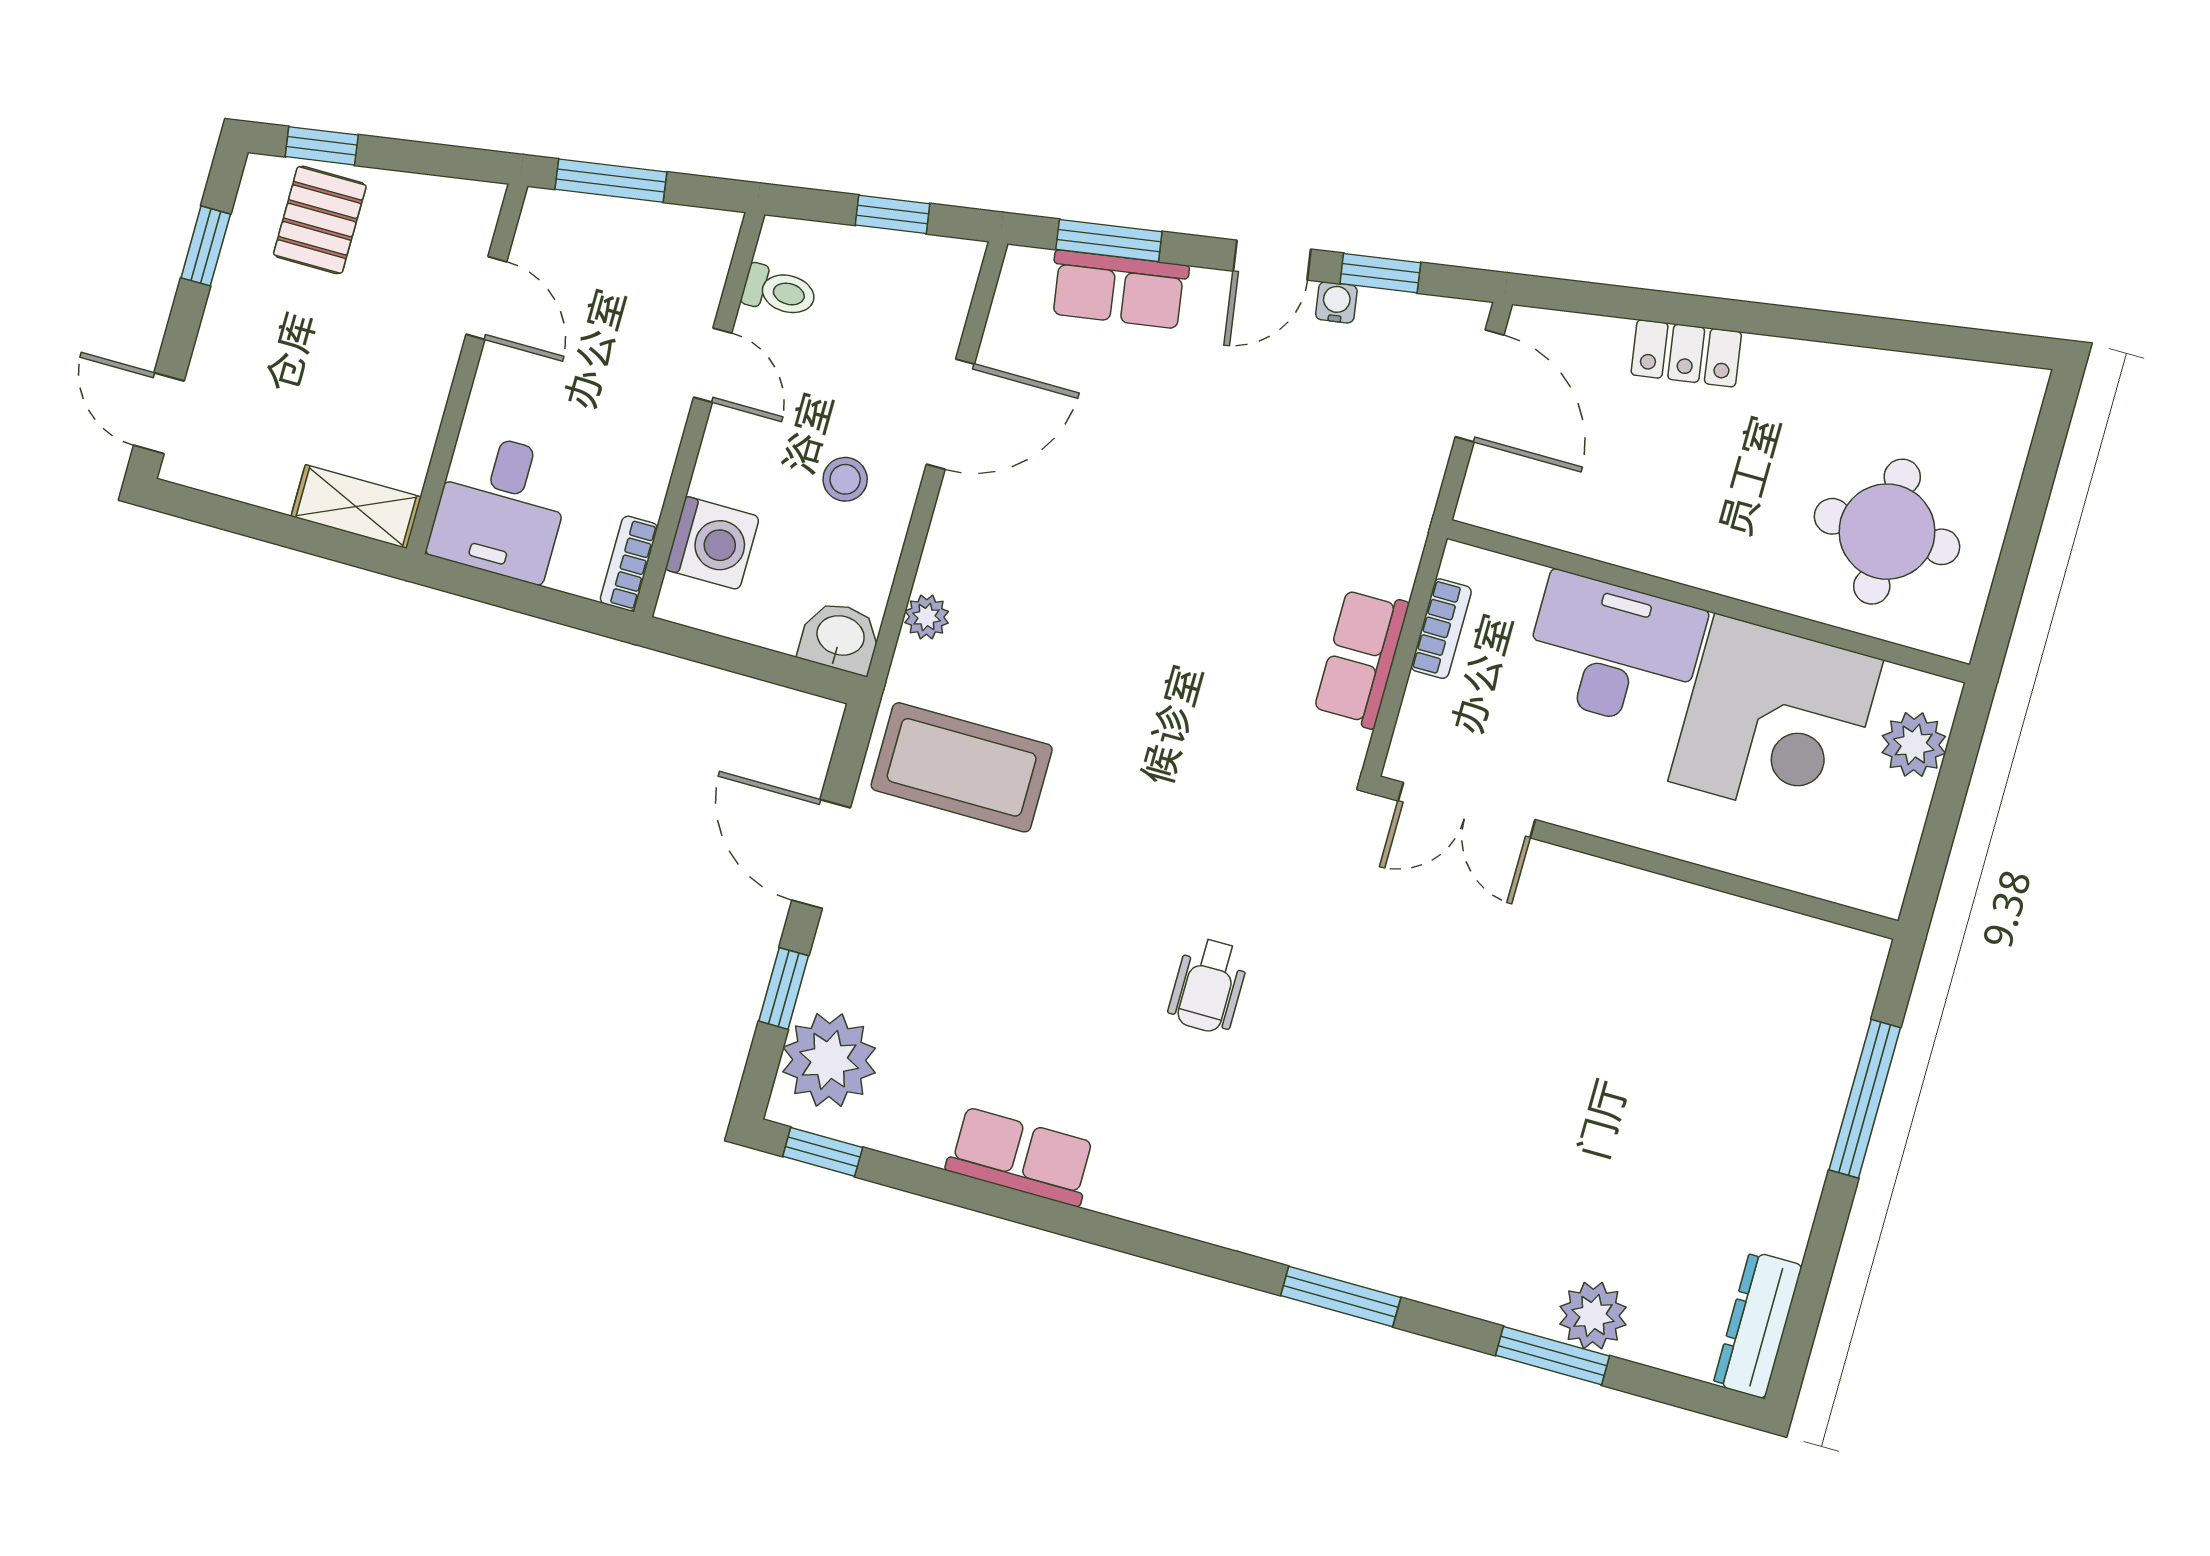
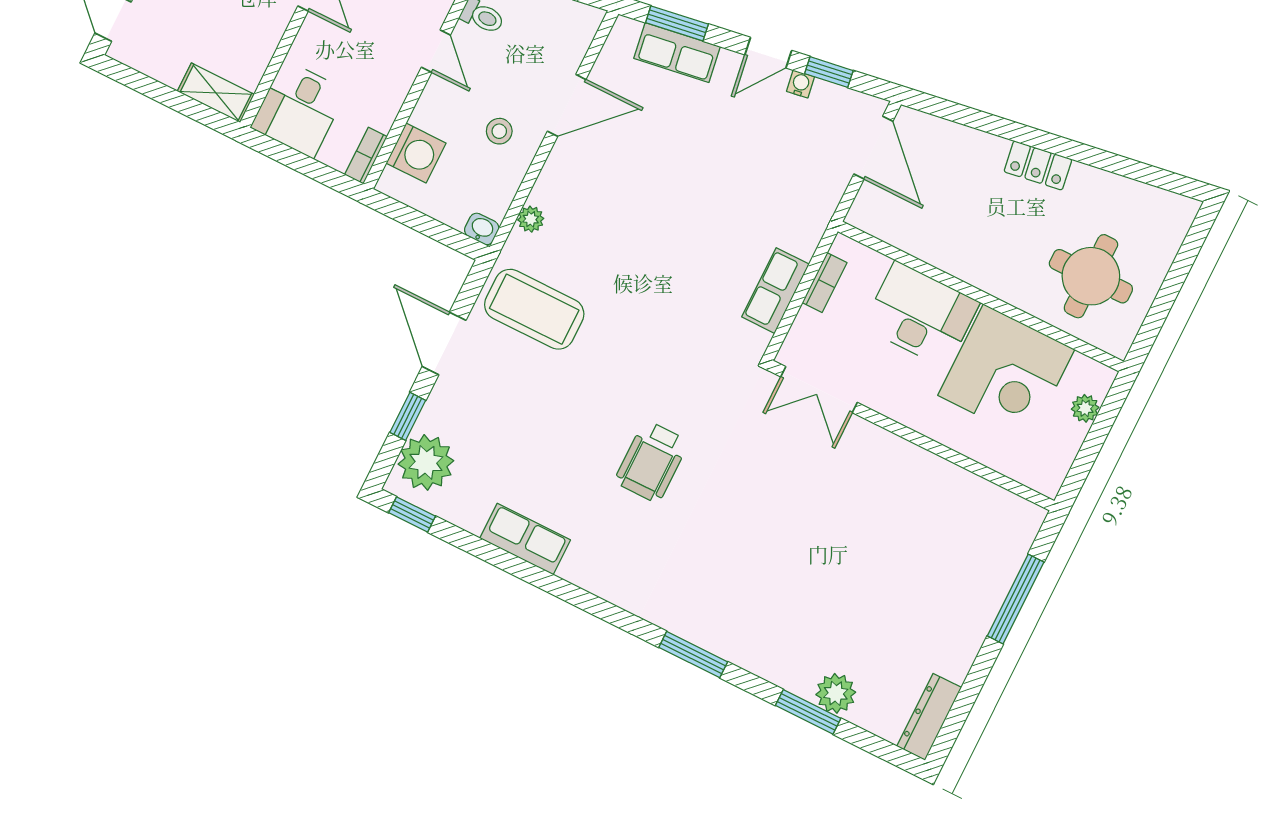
locker: (1686, 353) -> (1038, 165), moved
washbasin: (840, 637) -> (482, 229), width x0.72, depth x0.69
plant: (1914, 744) -> (1085, 408), width x0.73, depth x0.73
wheelchair: (1208, 985) -> (652, 462), width x1.36, depth x1.37

